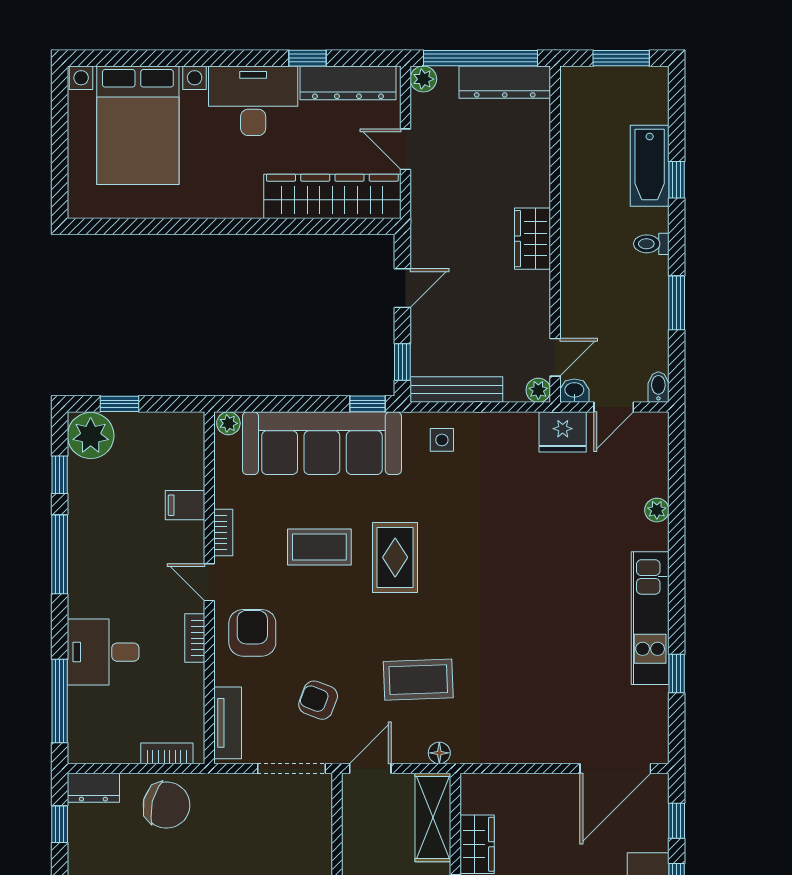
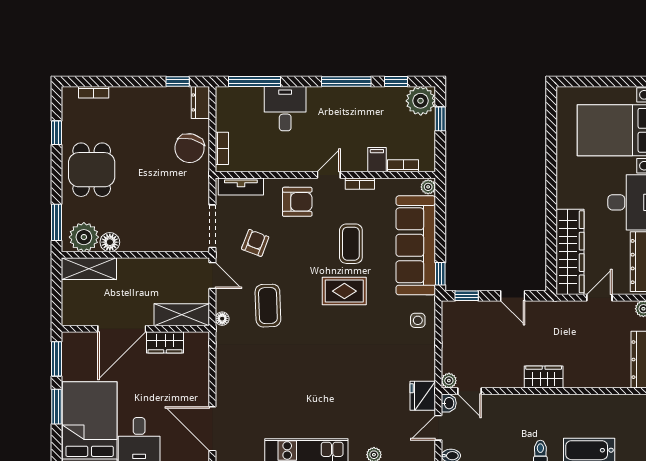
bench: (456, 389) -> (449, 329), removed
door: (614, 407) -> (438, 428), hinge flipped
bookcase: (195, 638) -> (403, 166), moved

